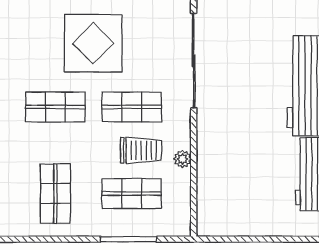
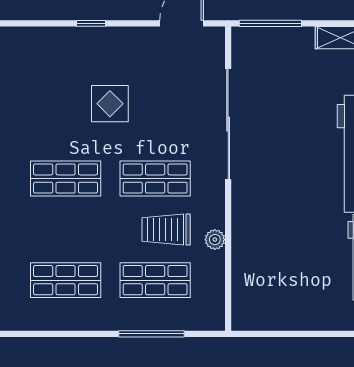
display table: (93, 43) -> (110, 104), width x0.54, depth x0.54
trolley: (141, 150) -> (166, 229), turned 180
shop shelf: (55, 194) -> (66, 280), turned 90

